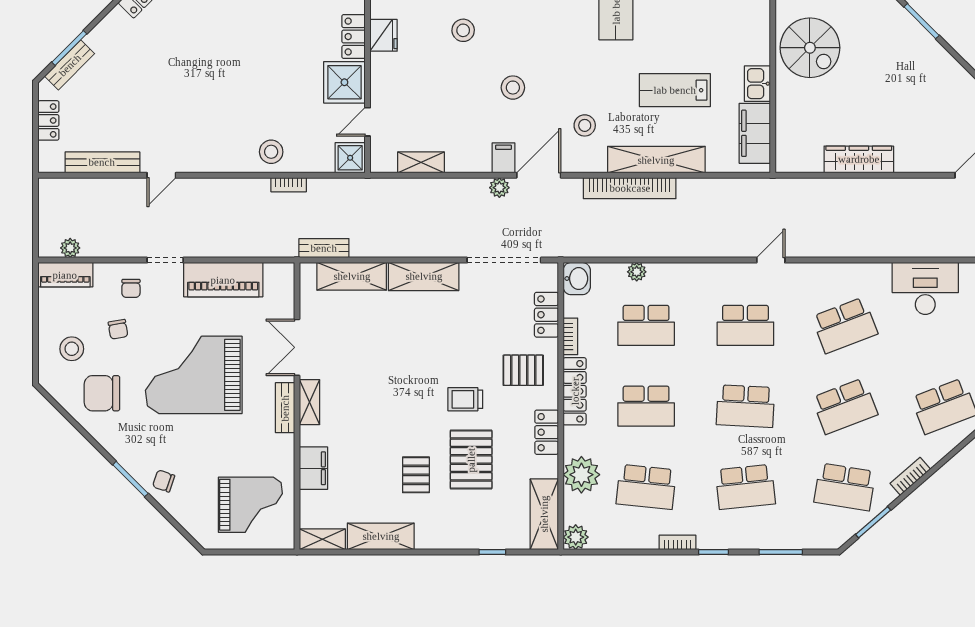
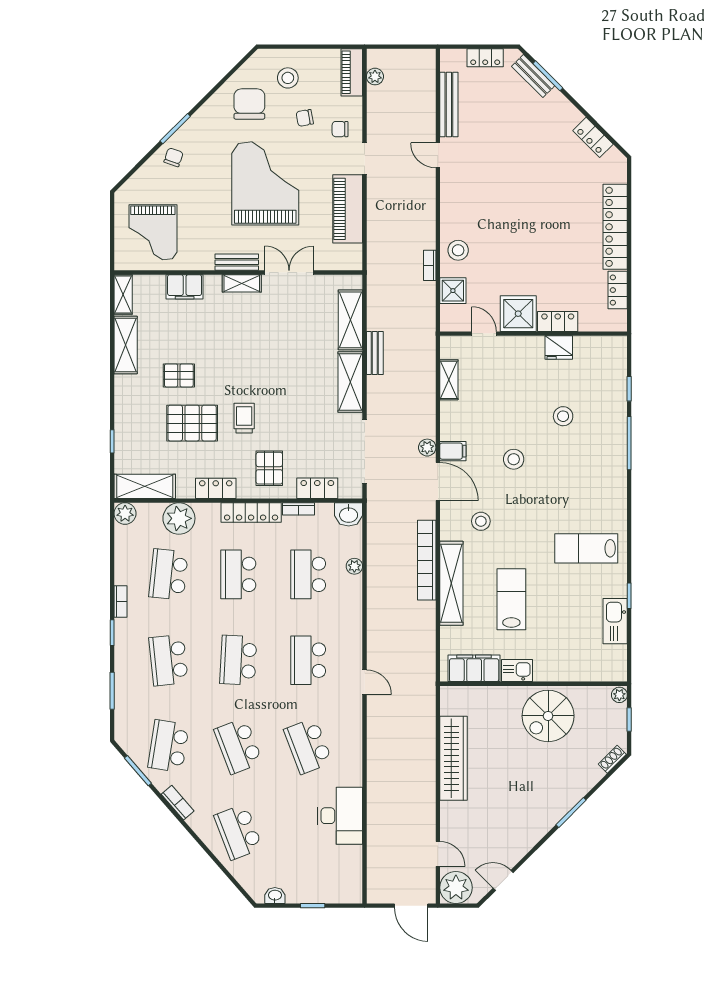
shower: (350, 158) -> (453, 291), moved
wardrobe: (859, 159) -> (453, 758), width x1.40, depth x1.17
bench: (324, 248) -> (375, 353), moved

